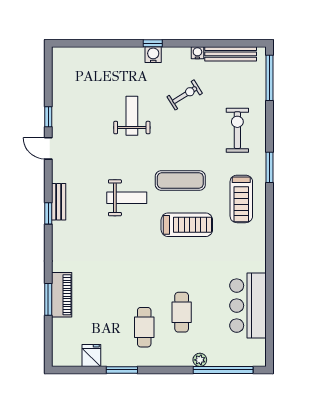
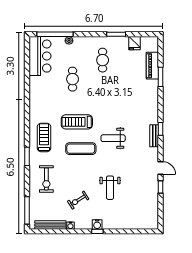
piano: (62, 295) -> (152, 66), moved
bar counter: (248, 306) -> (40, 56), moved
cafe table: (182, 312) -> (73, 79), moved

